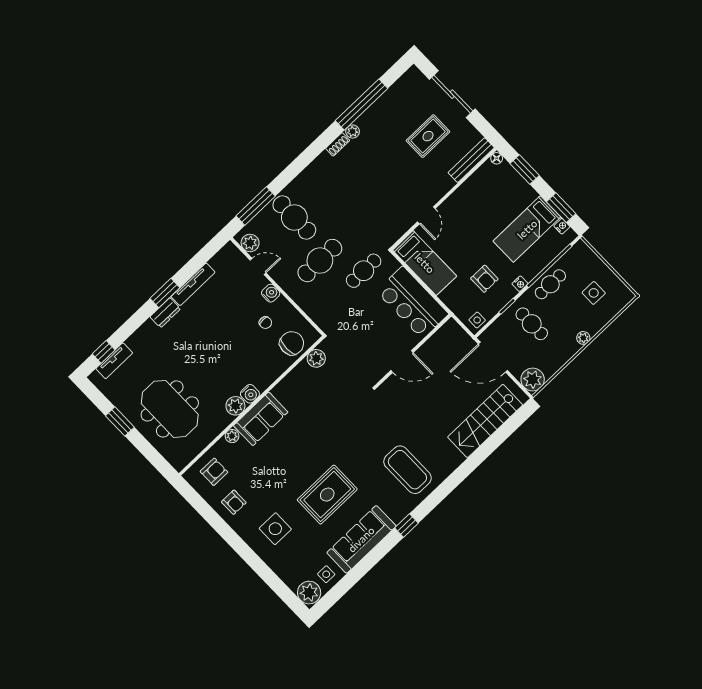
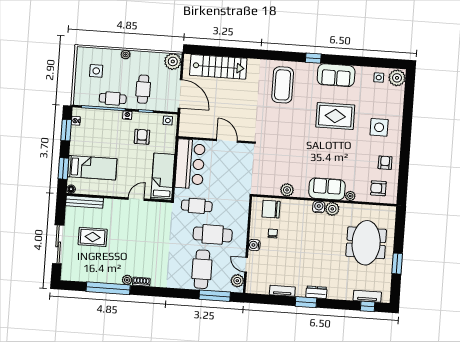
bed: (527, 229) -> (92, 168), moved
tv unit: (193, 284) -> (282, 291), width x0.71
plant: (316, 358) -> (287, 190), moved
sofa: (361, 539) -> (336, 75), width x0.73

